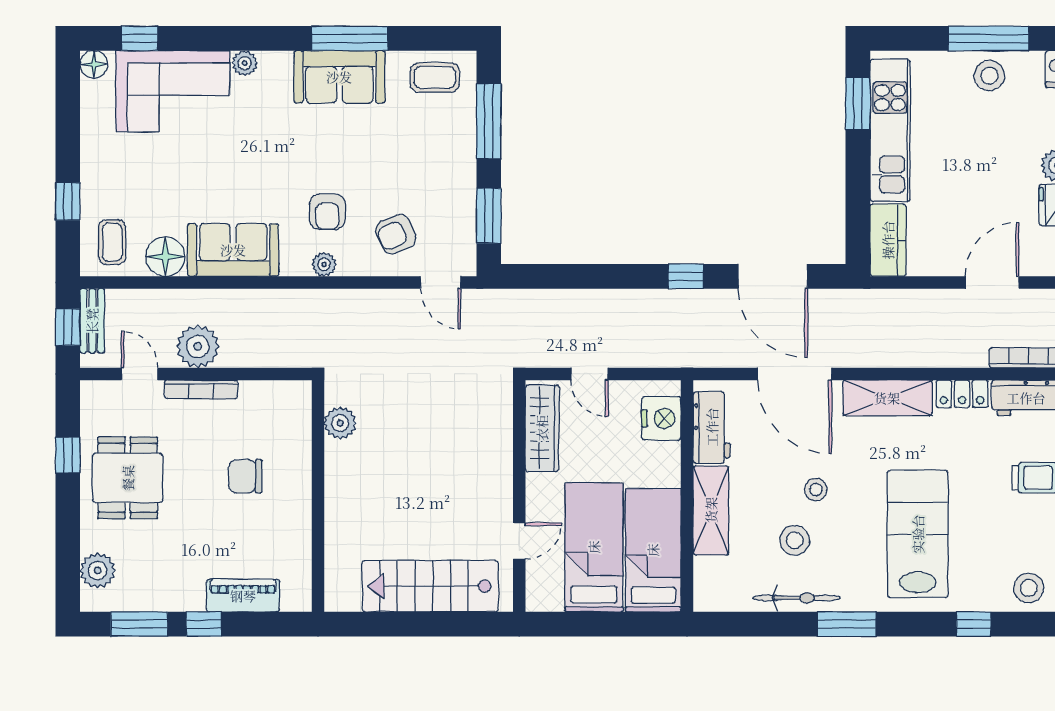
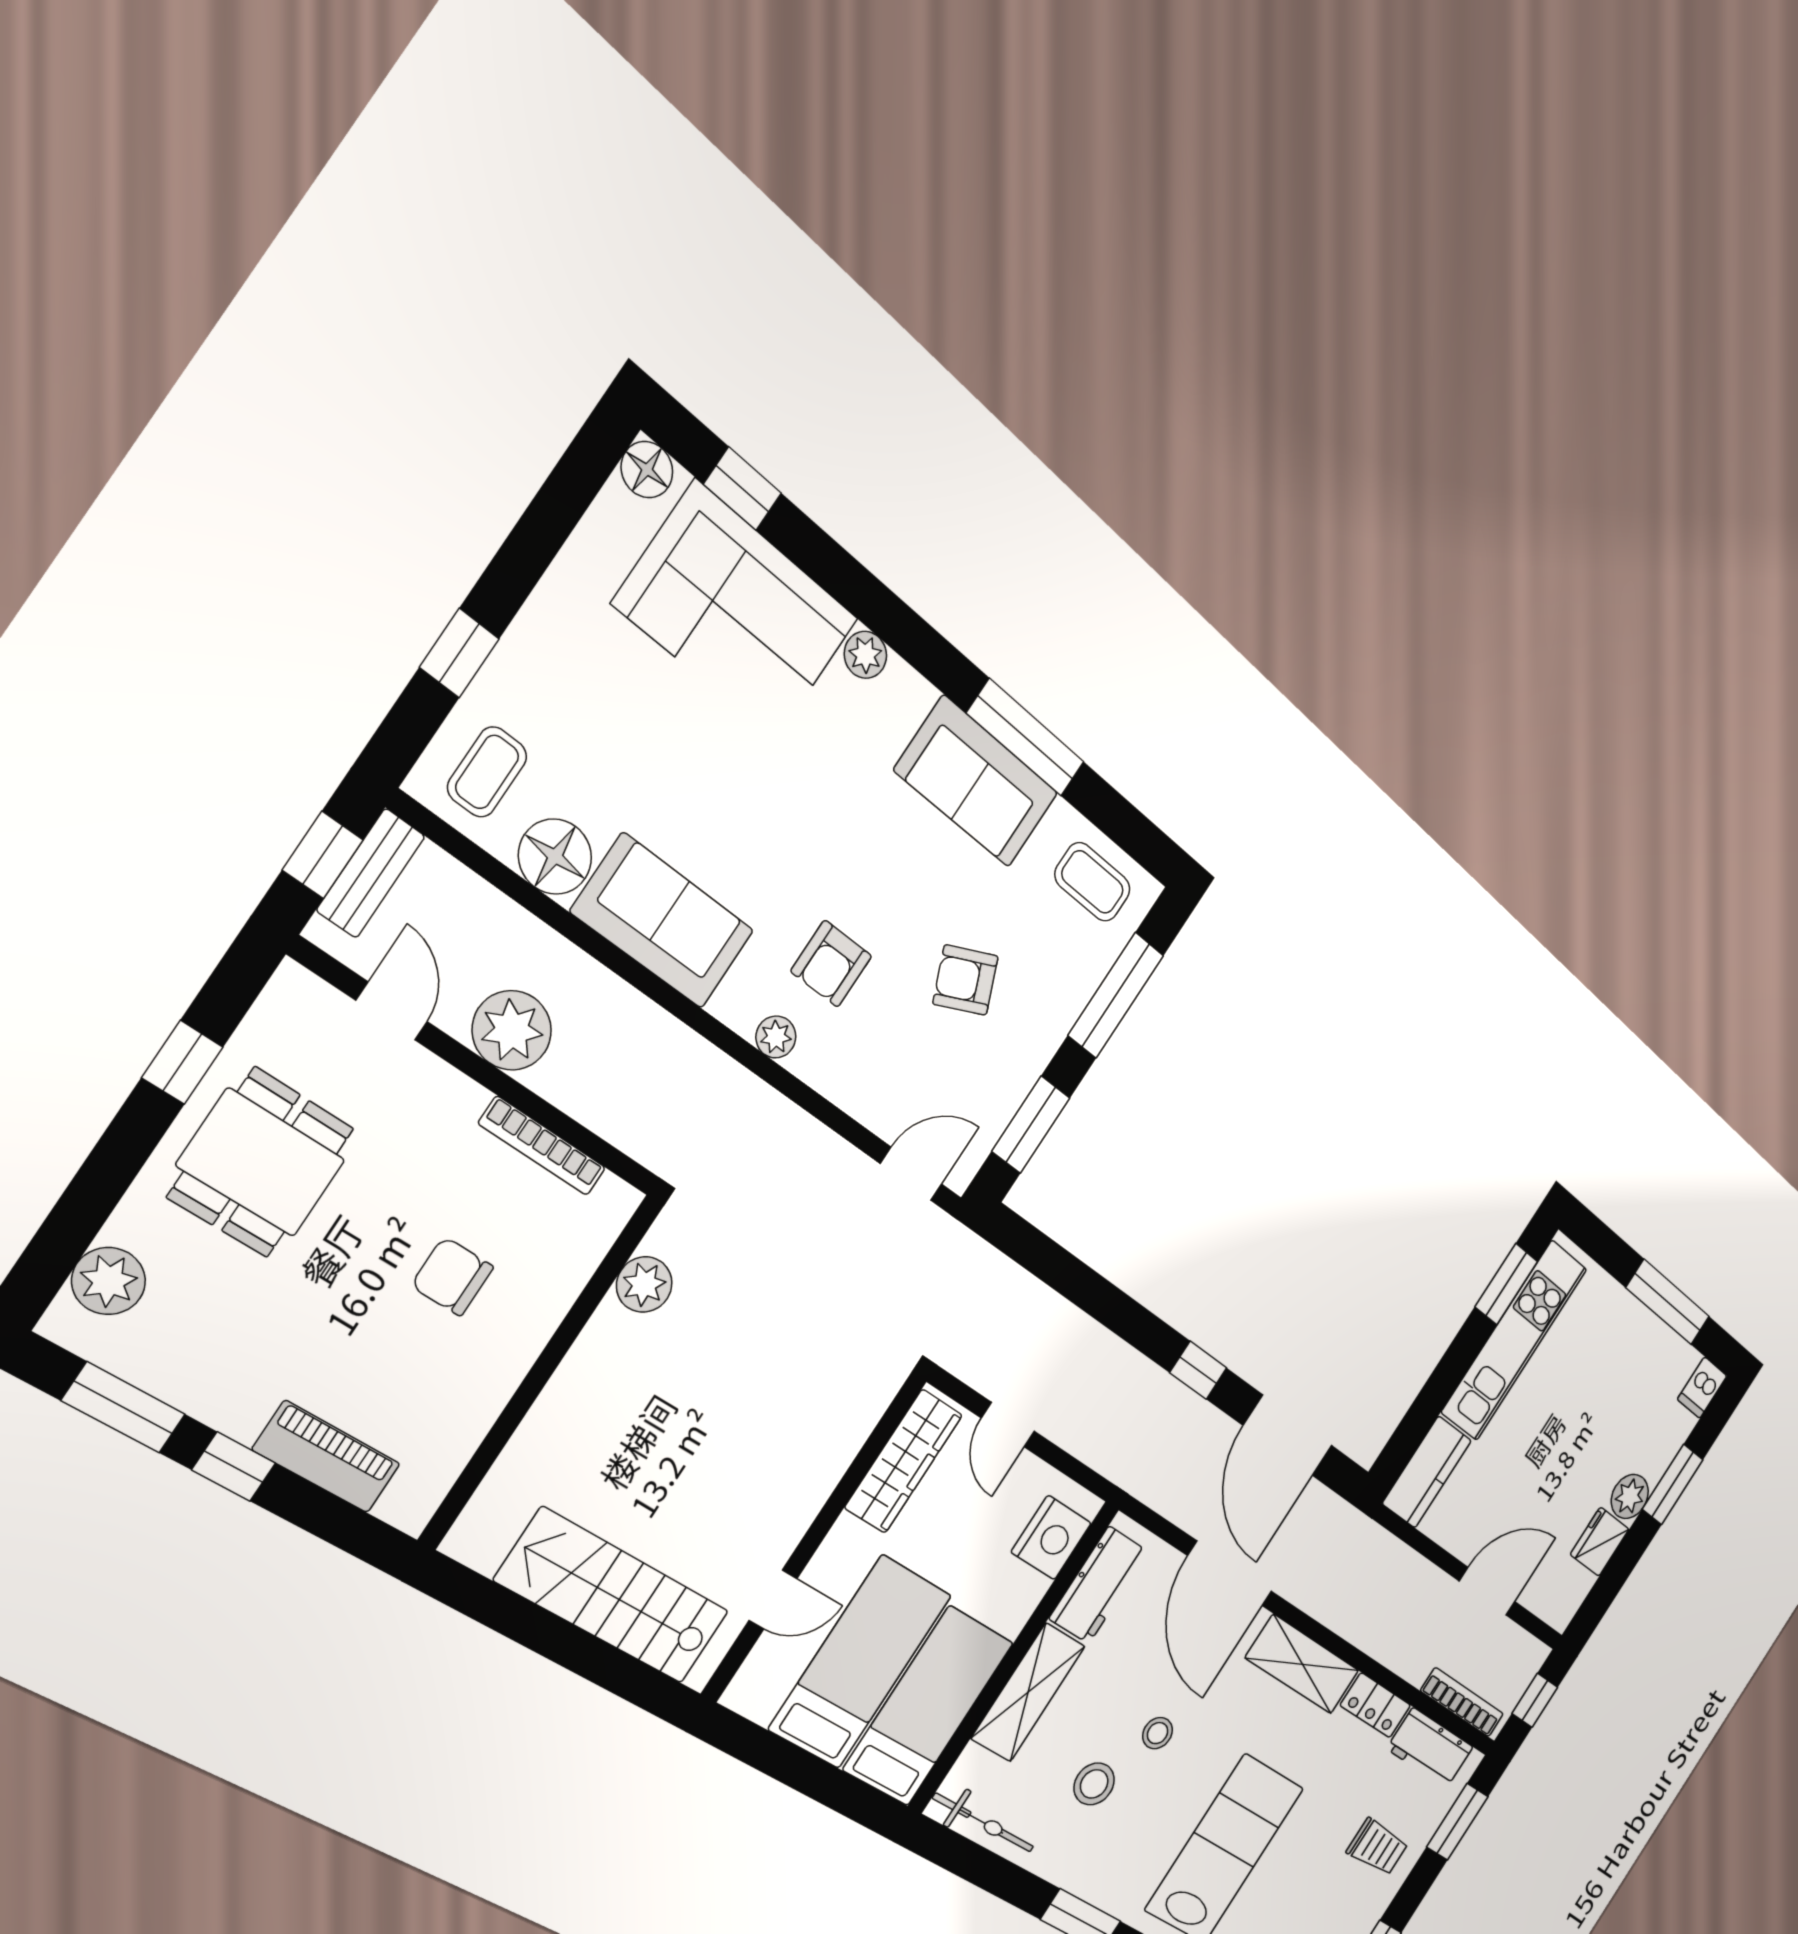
stool: (989, 76) -> (1641, 1346), removed
armchair: (396, 234) -> (965, 980), moved
door: (441, 282) -> (911, 1174), swing flipped
bookcase: (201, 389) -> (542, 1146), moved
bicycle: (796, 598) -> (983, 1823), moved

